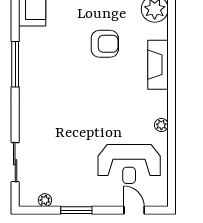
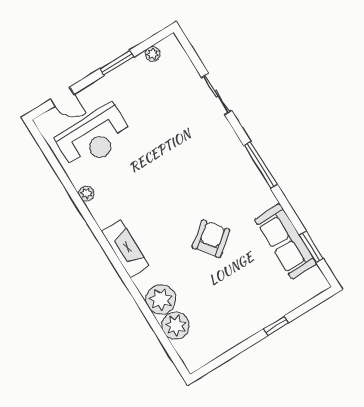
armchair: (105, 44) -> (211, 239), moved, turned 142
sliding door: (15, 162) -> (217, 94), moved
reception desk: (129, 164) -> (94, 138), turned 180

